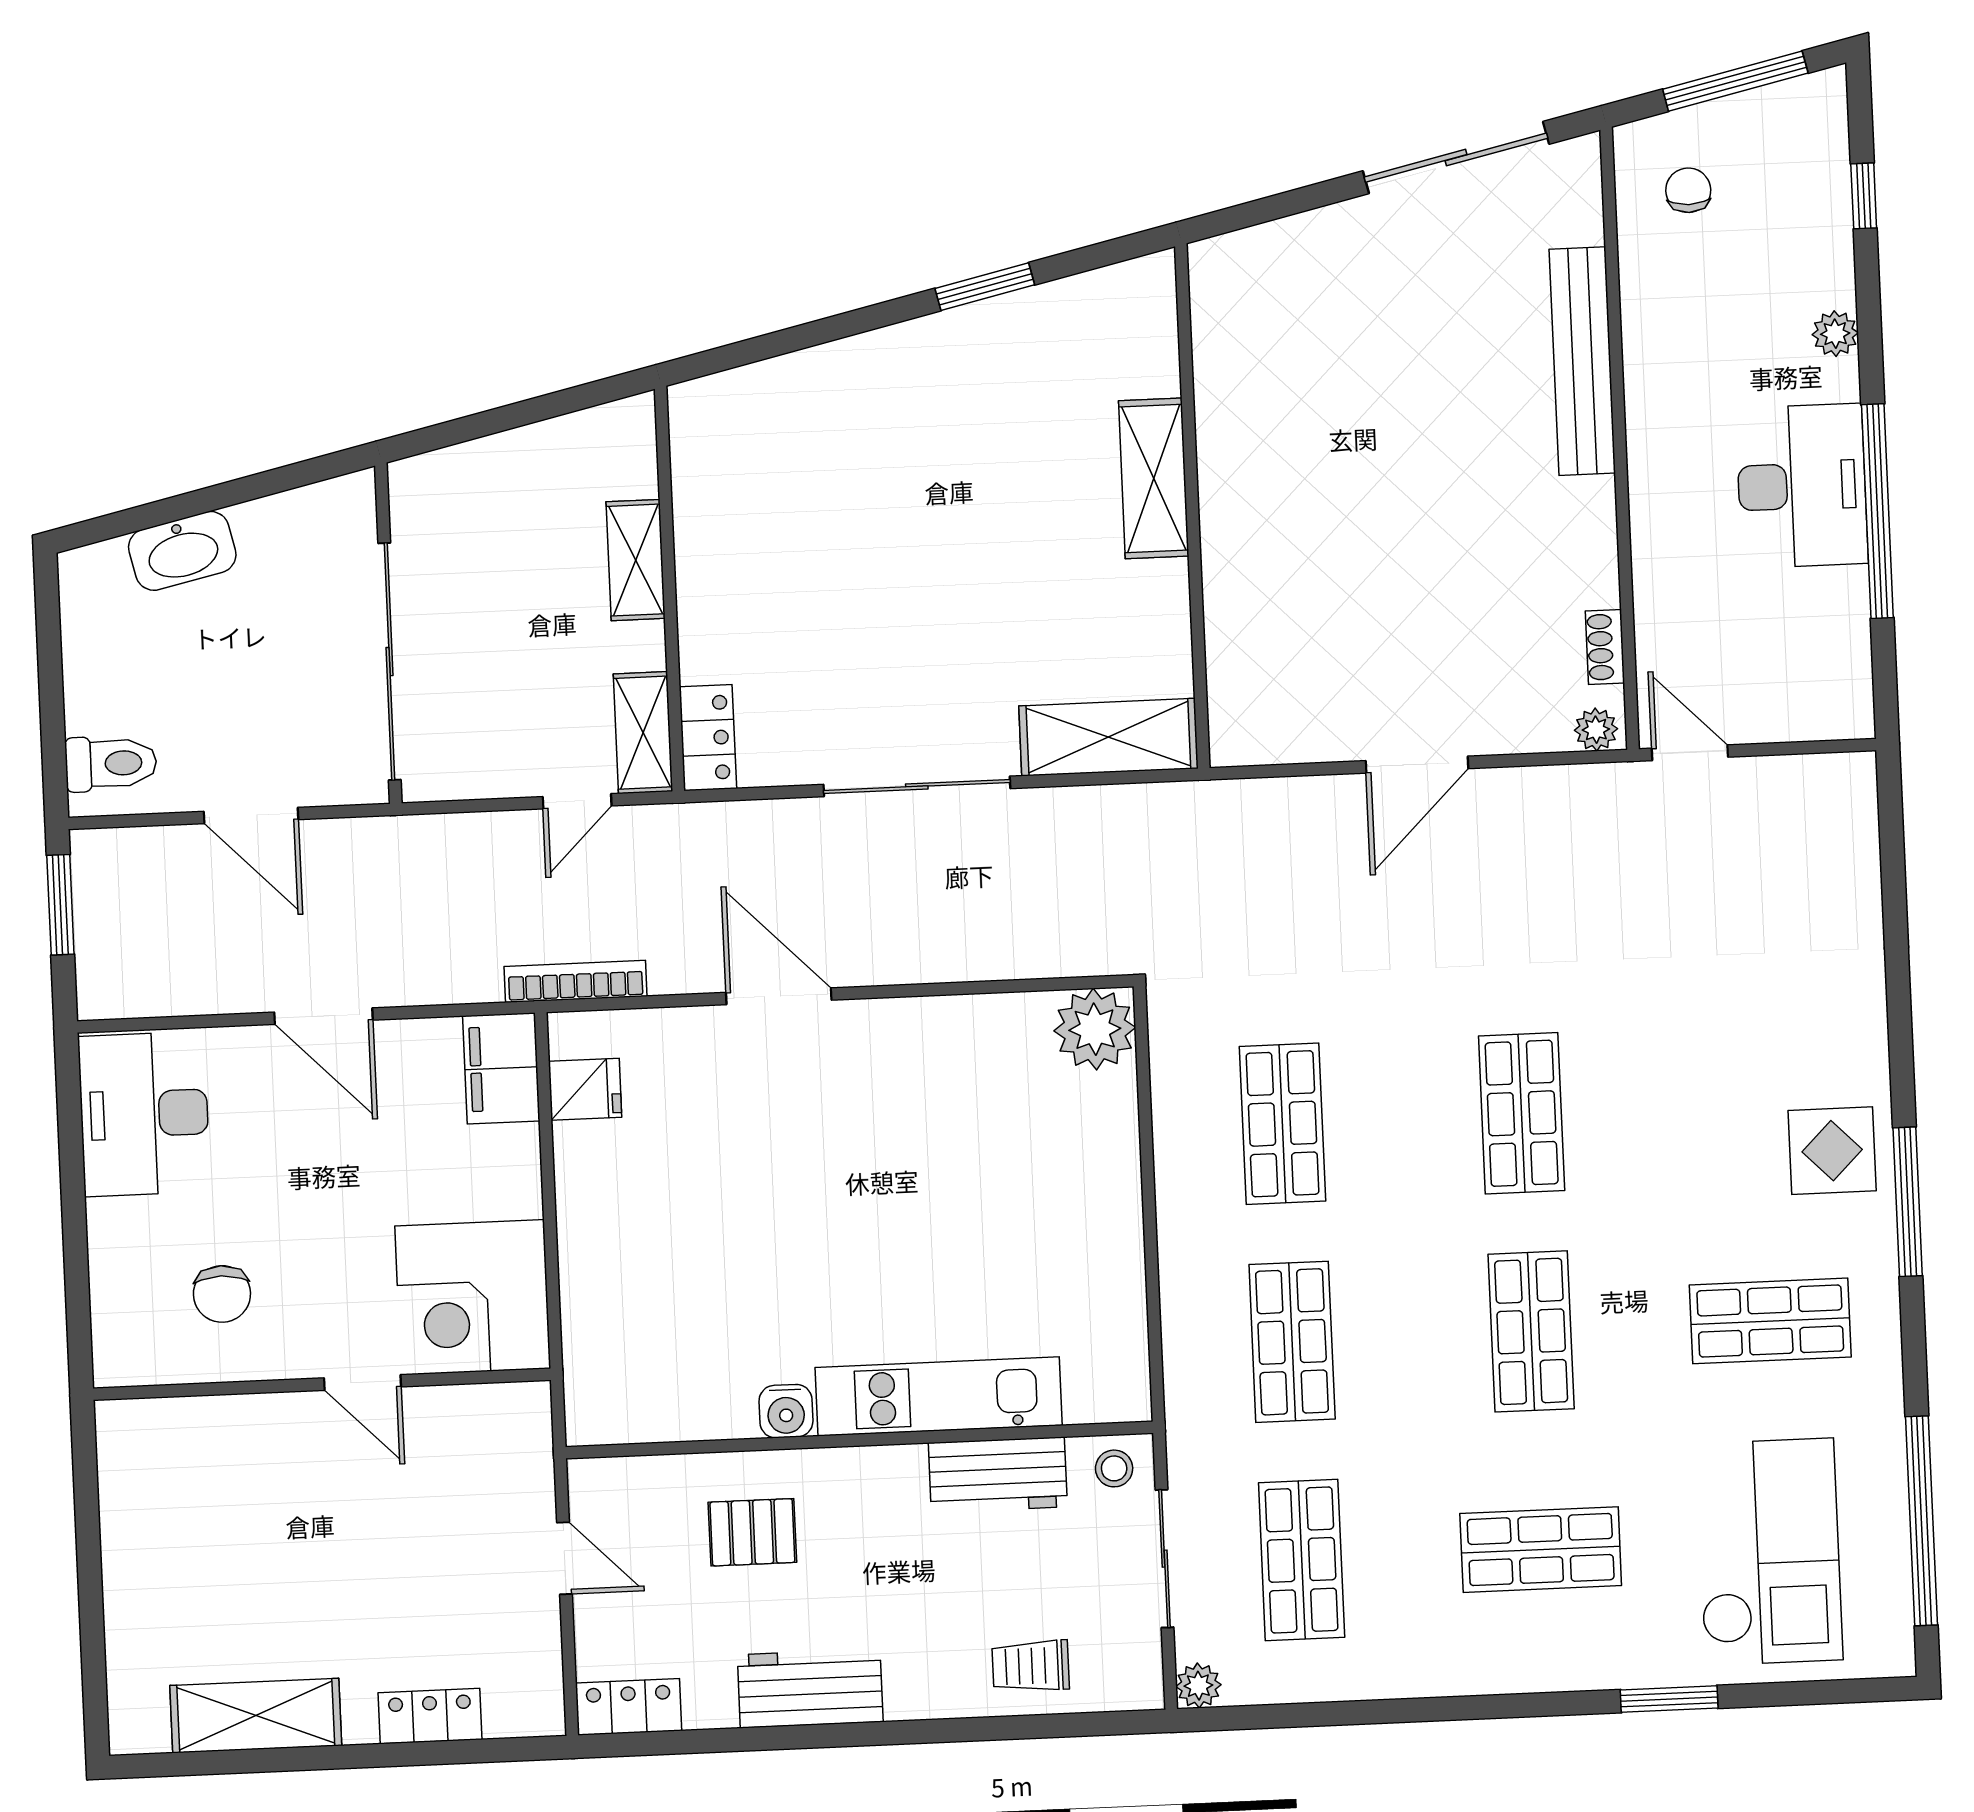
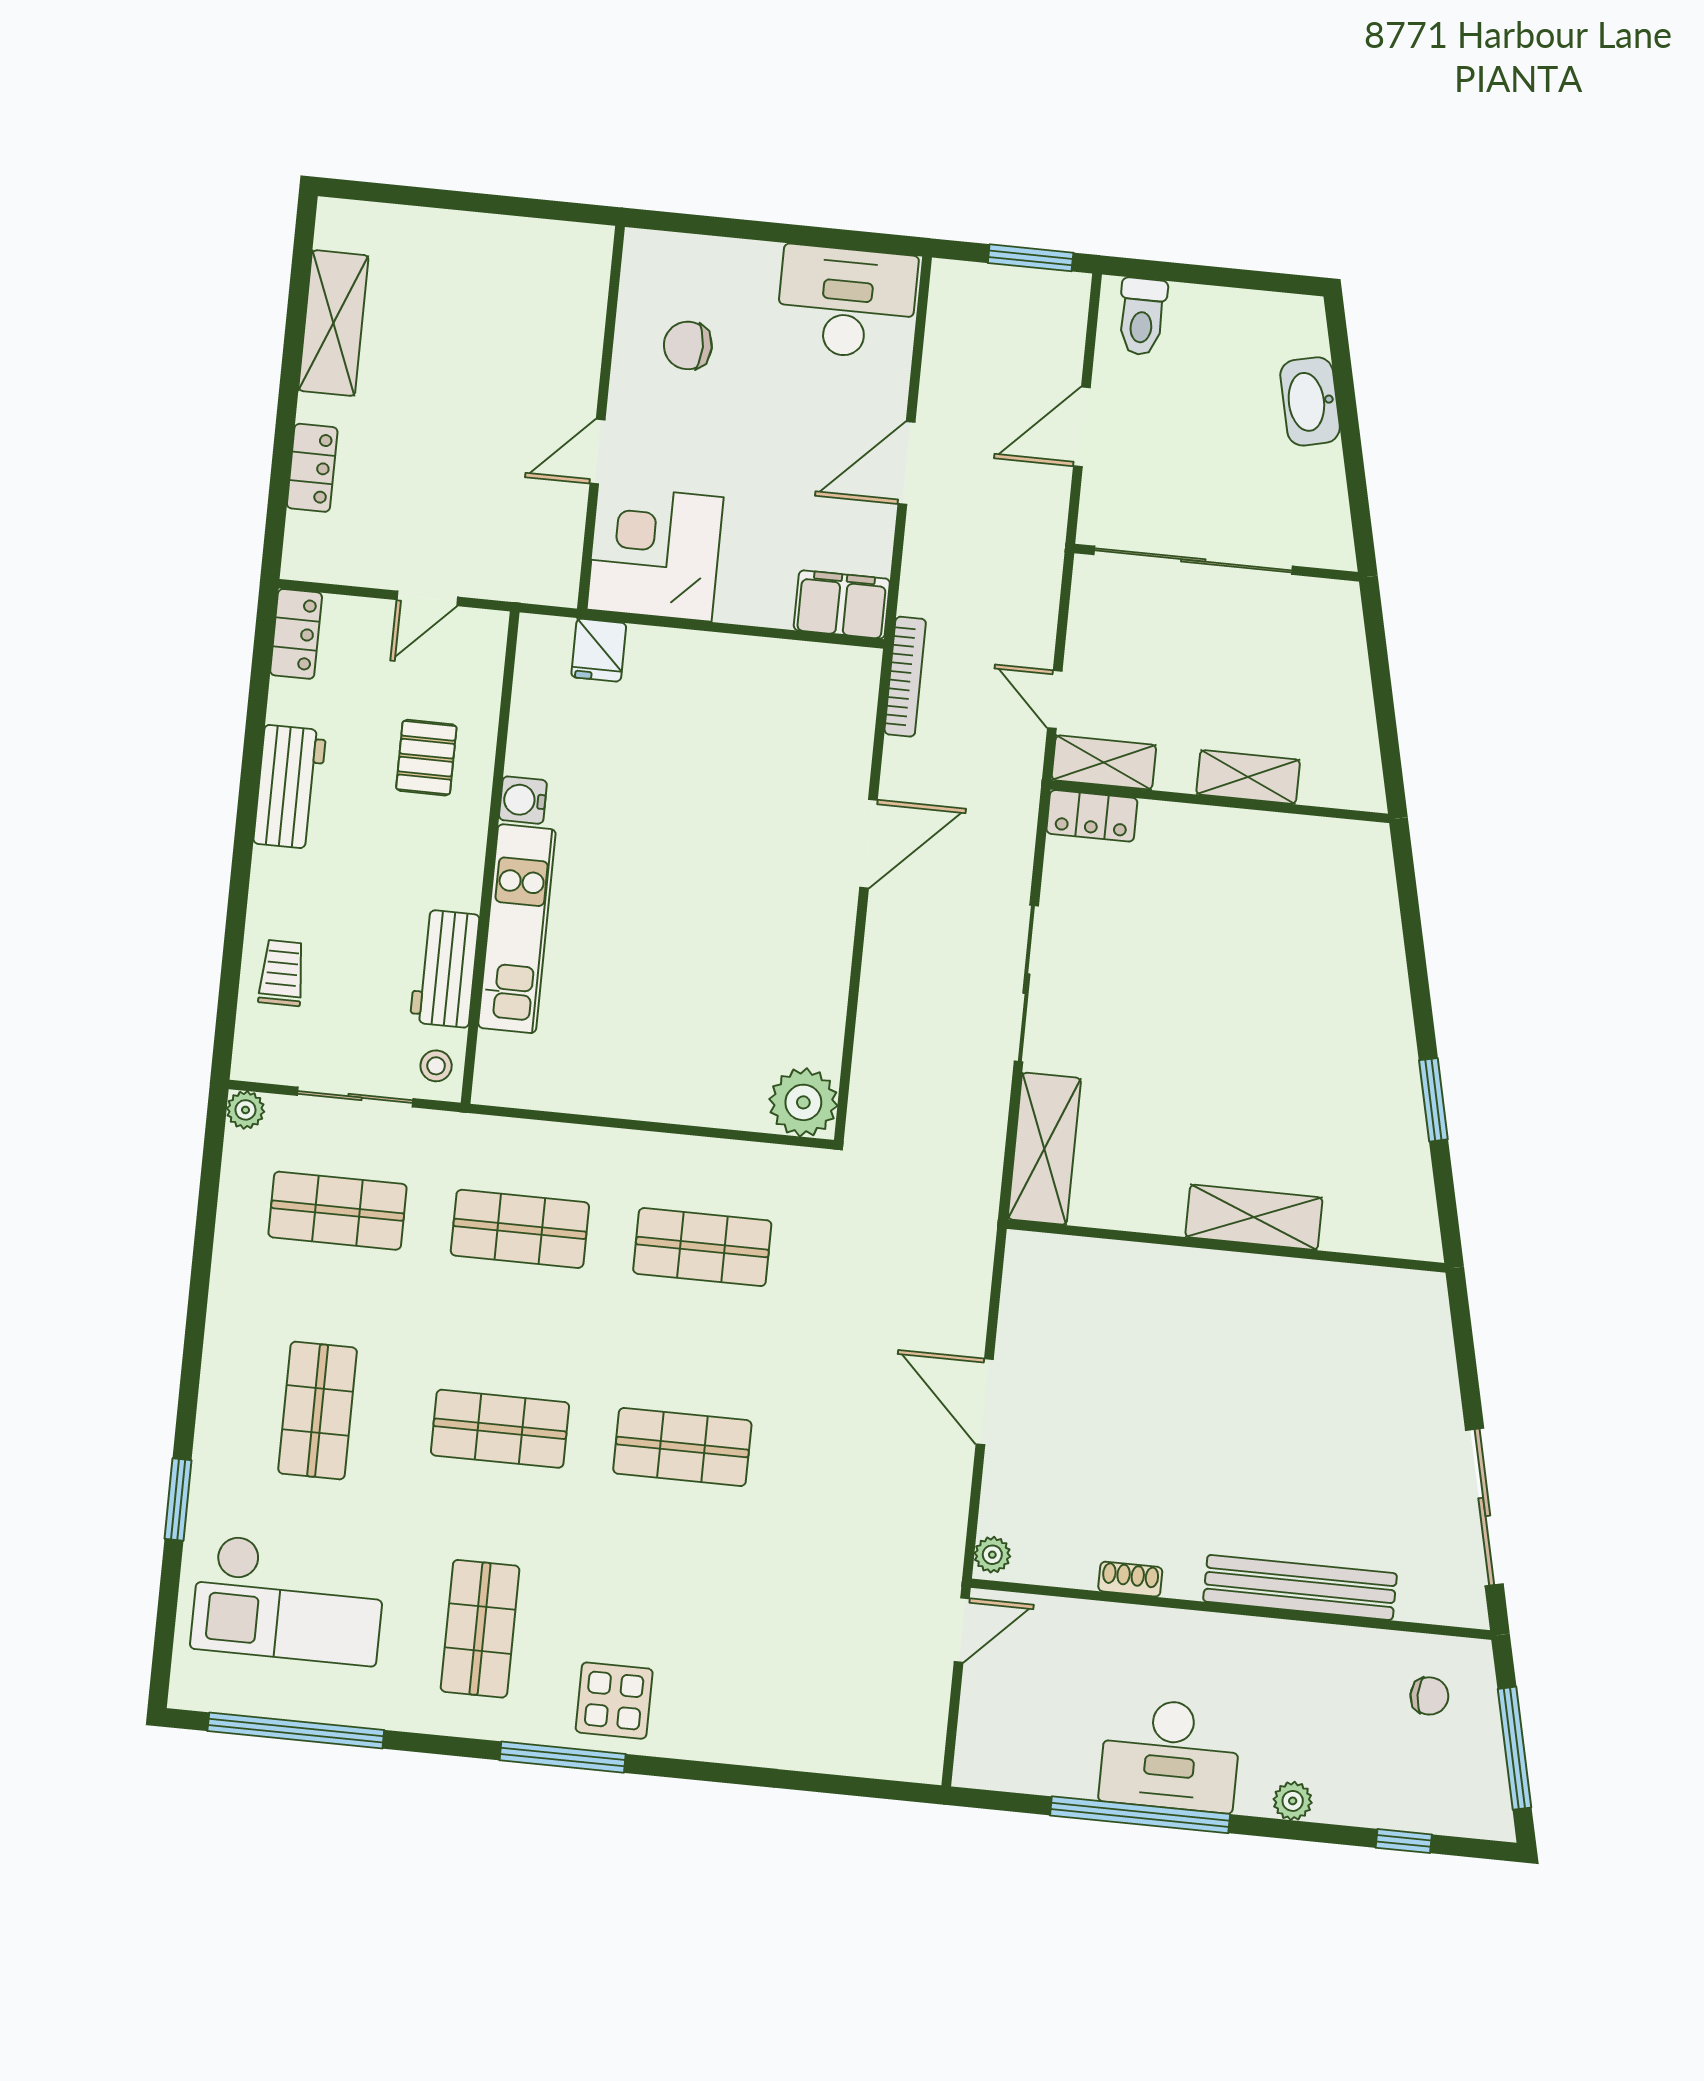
shoe rack: (1605, 647) -> (1130, 1579), moved
fridge: (585, 1089) -> (599, 650), moved

